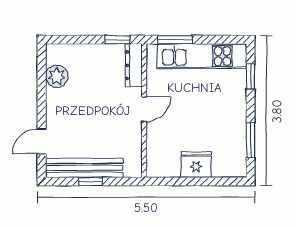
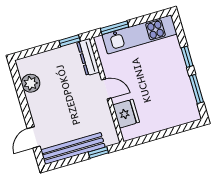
window: (251, 76) -> (187, 57), moved
door: (144, 109) -> (106, 89), hinge flipped
fridge: (196, 165) -> (126, 114), moved, turned 90
window: (91, 181) -> (98, 152), moved

